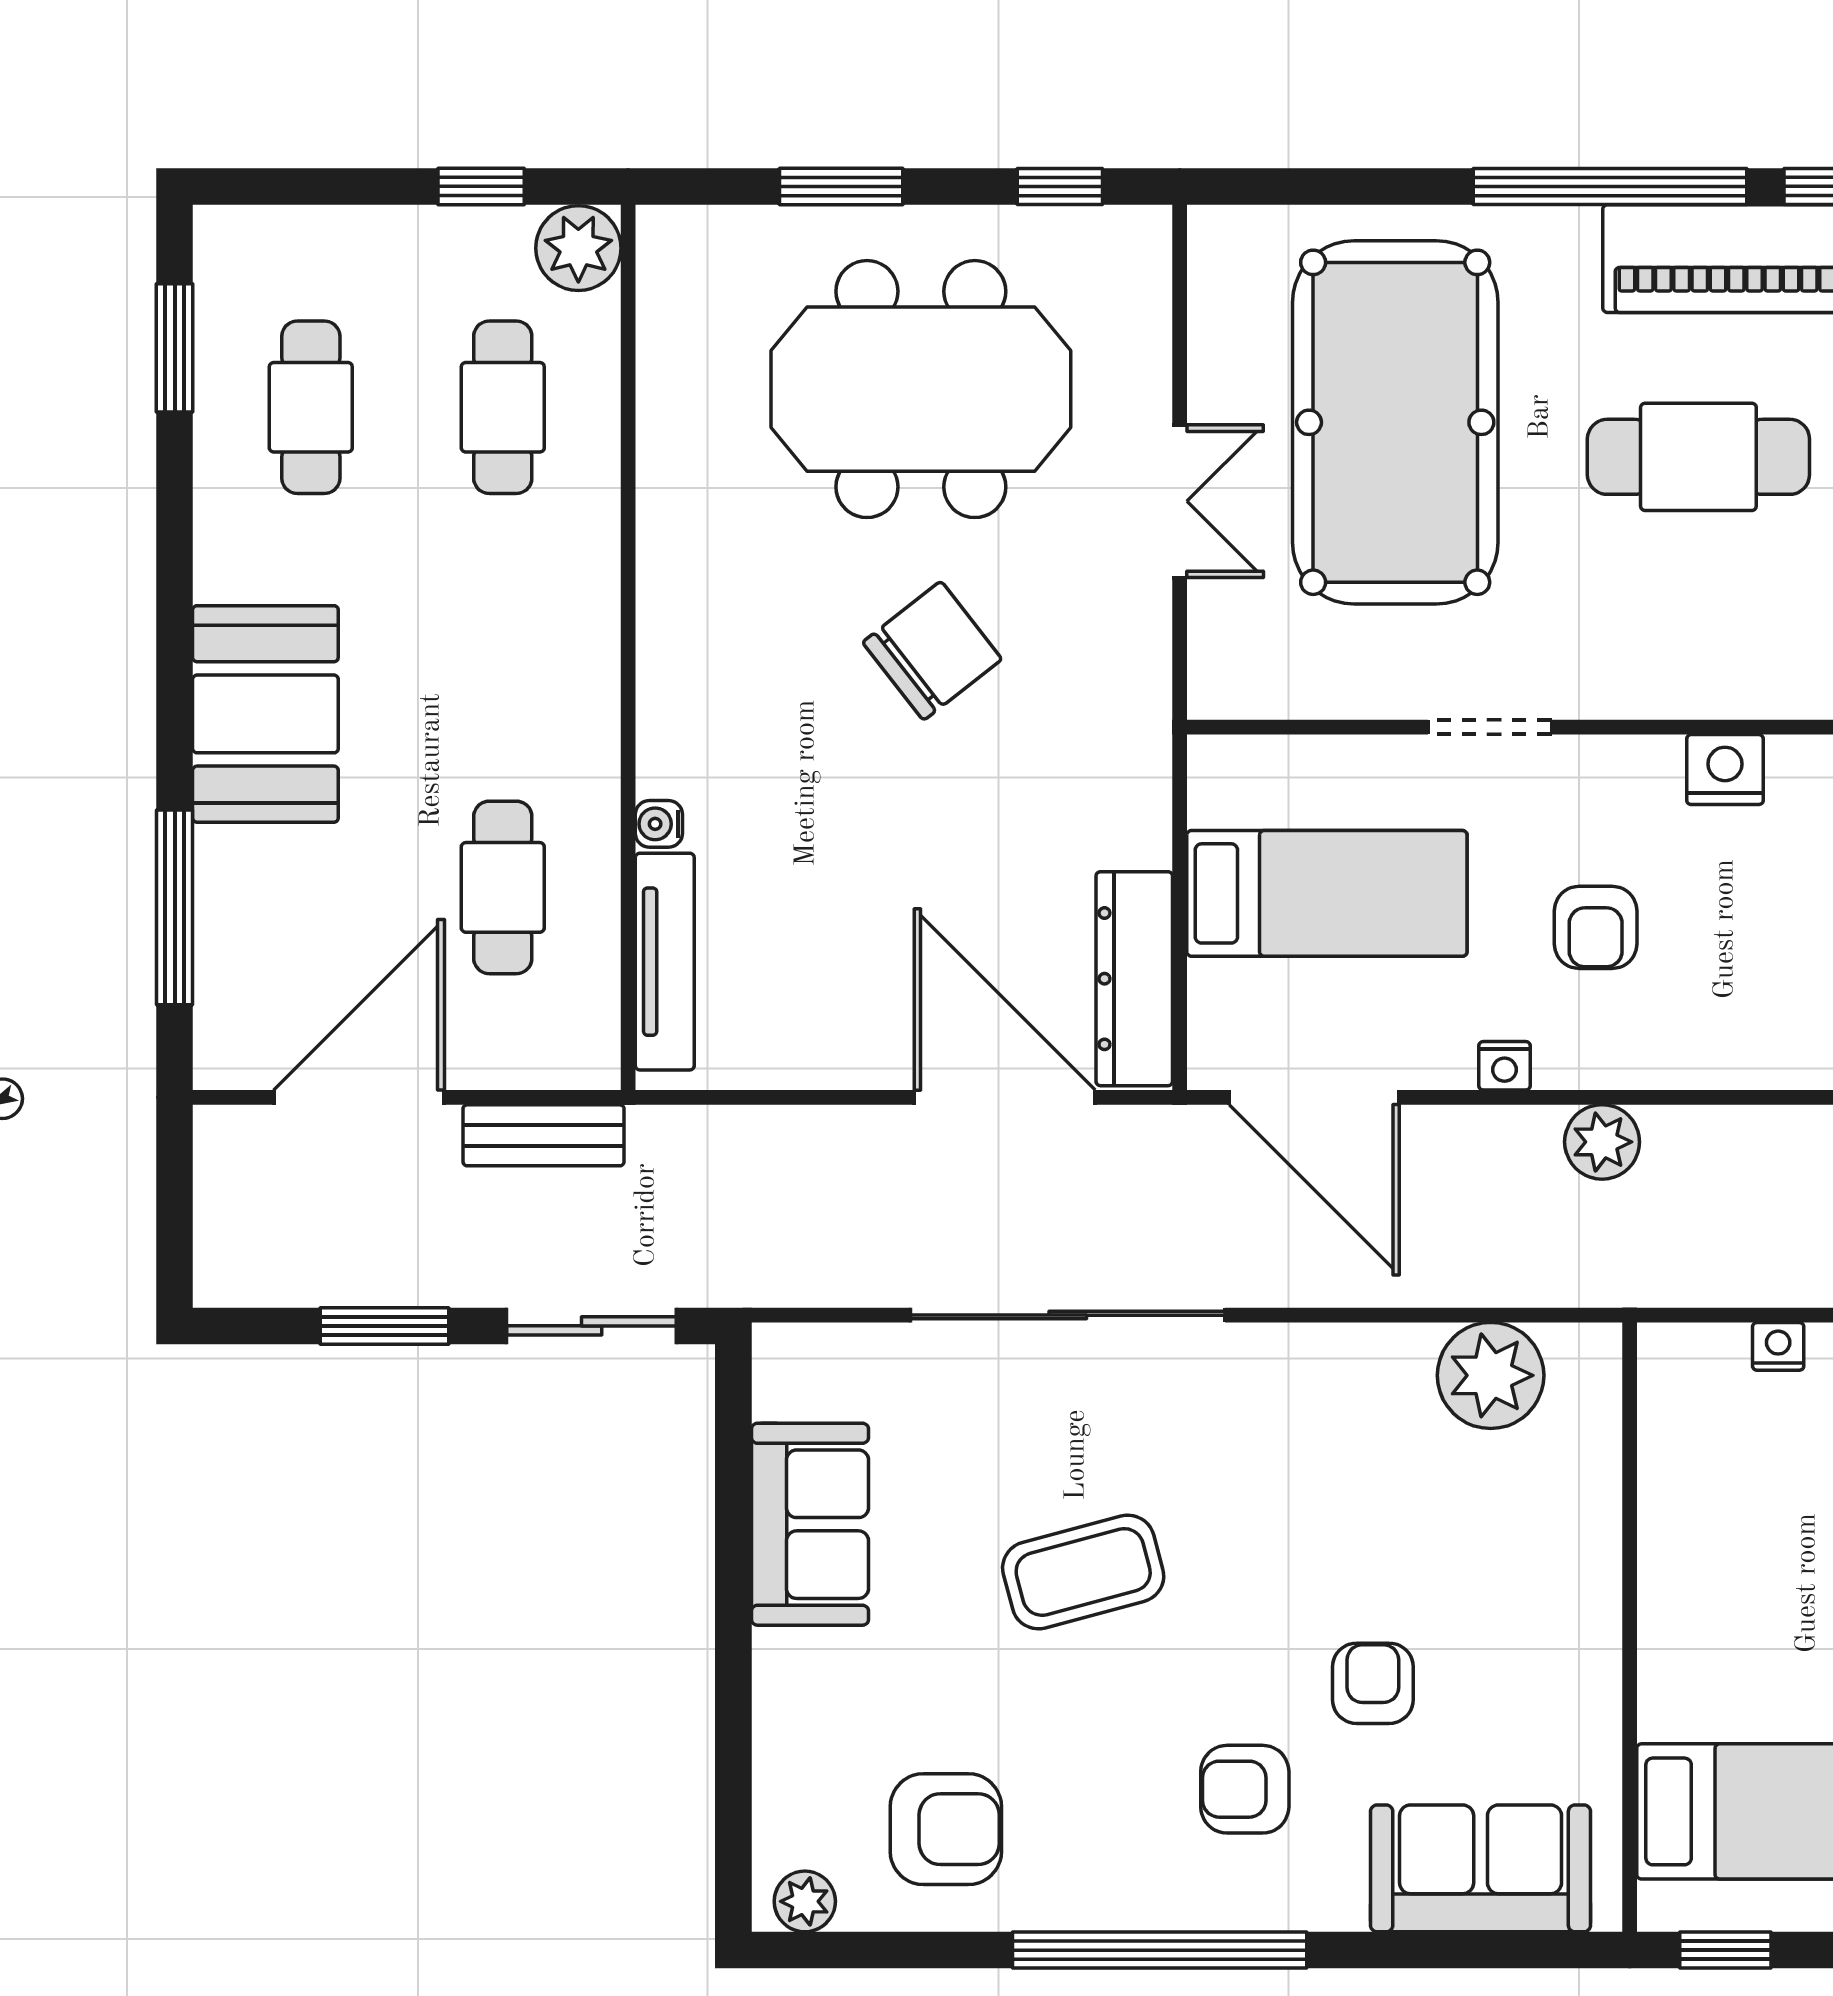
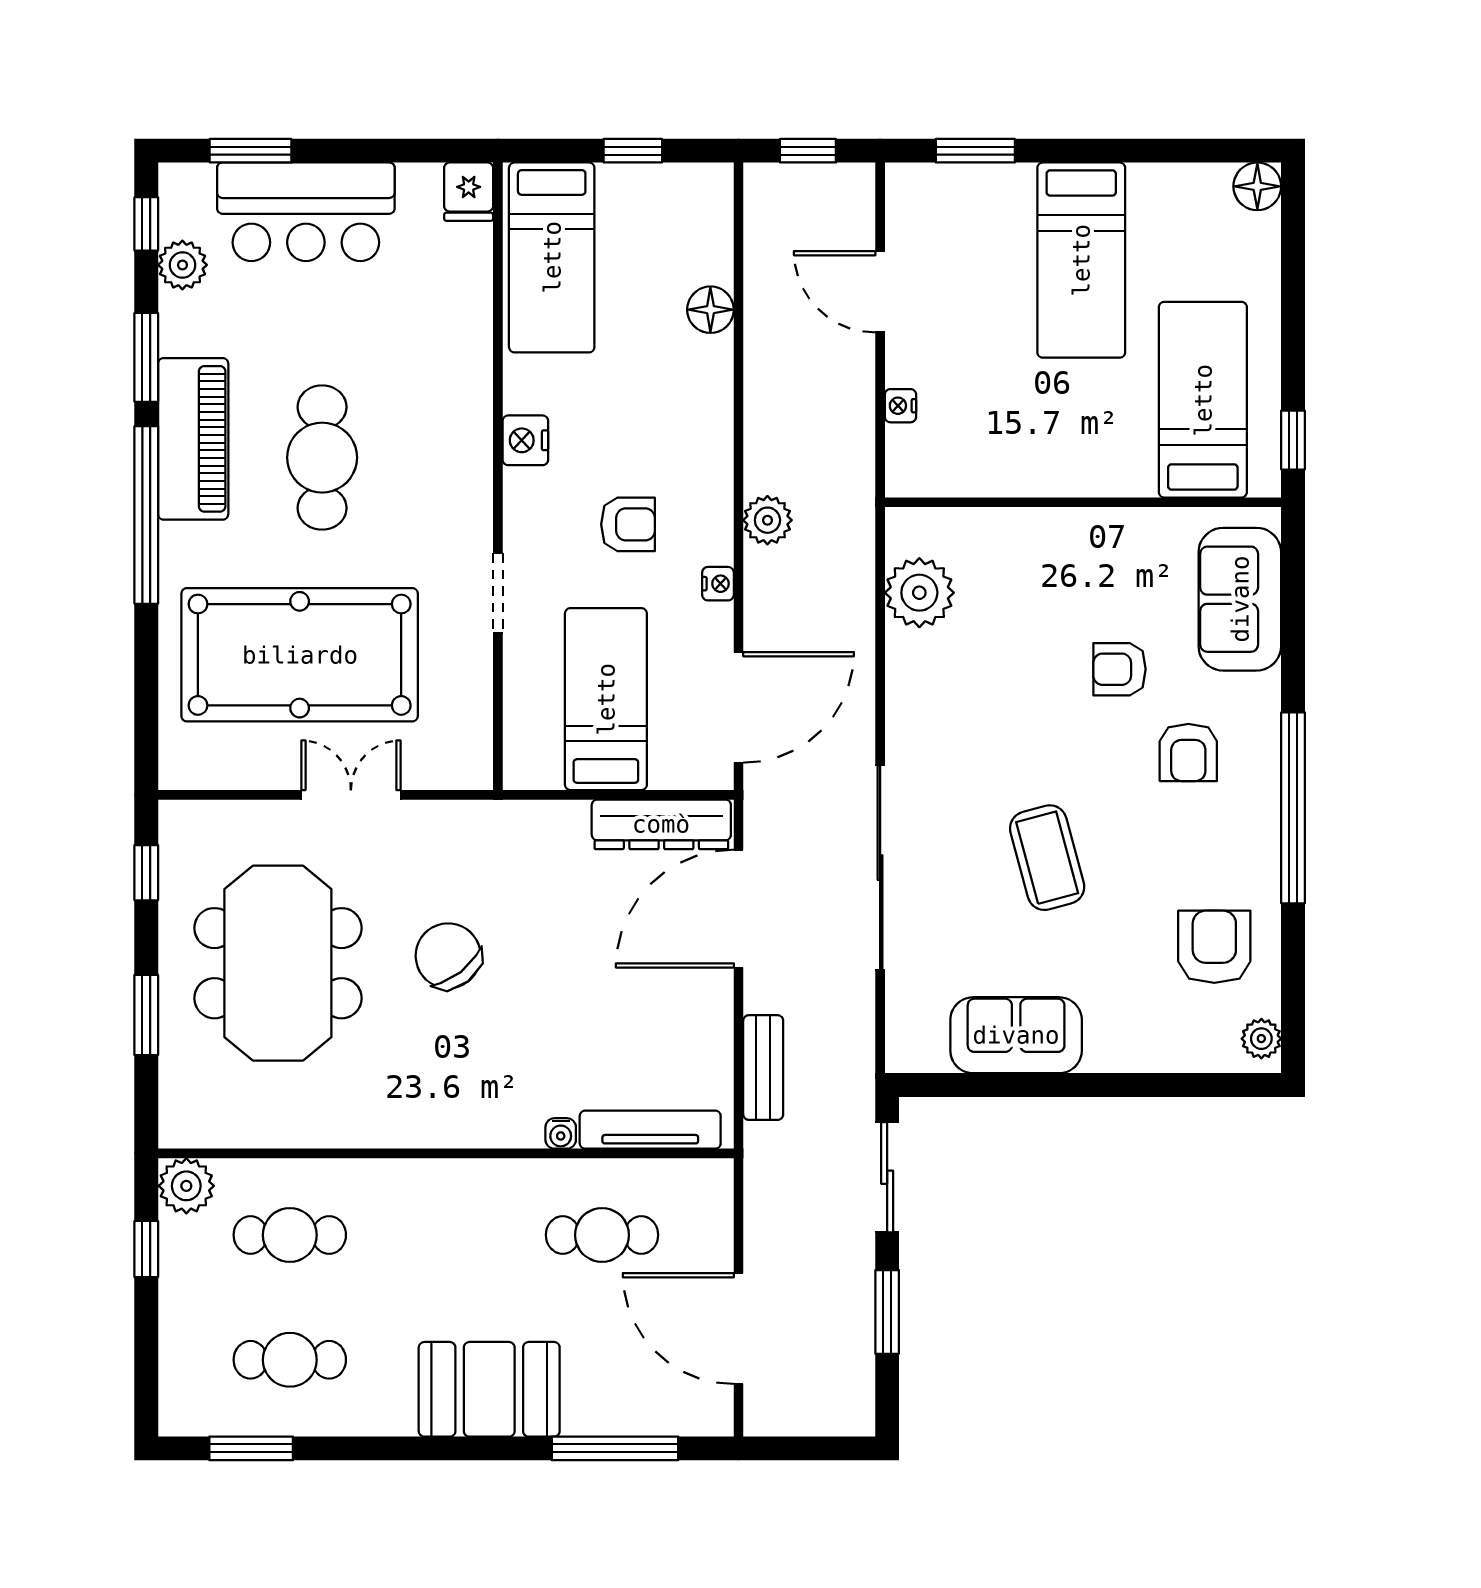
bench: (544, 1135) -> (763, 1068), moved

